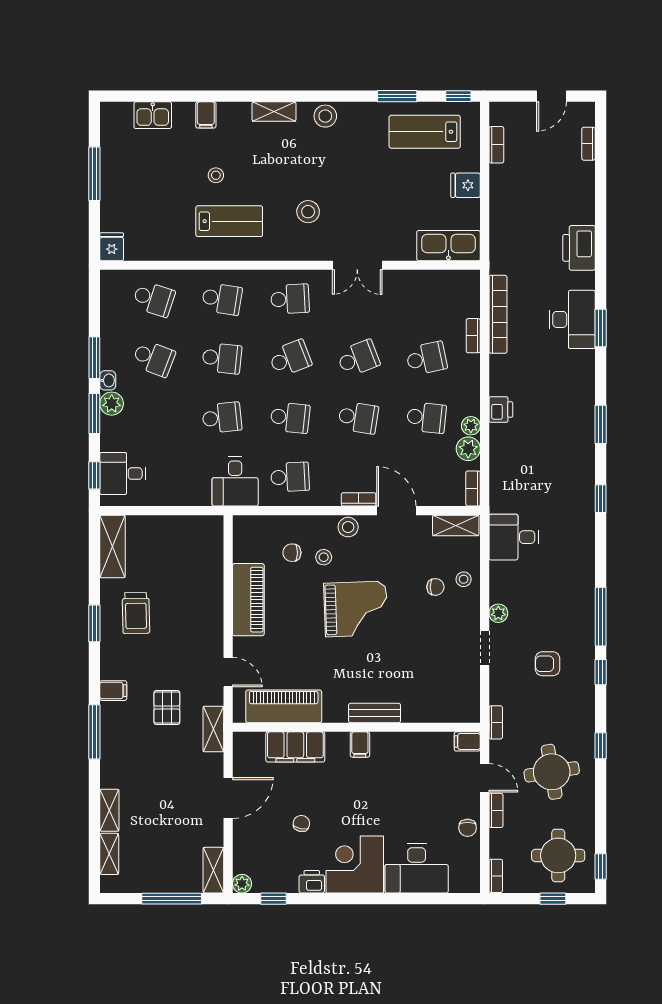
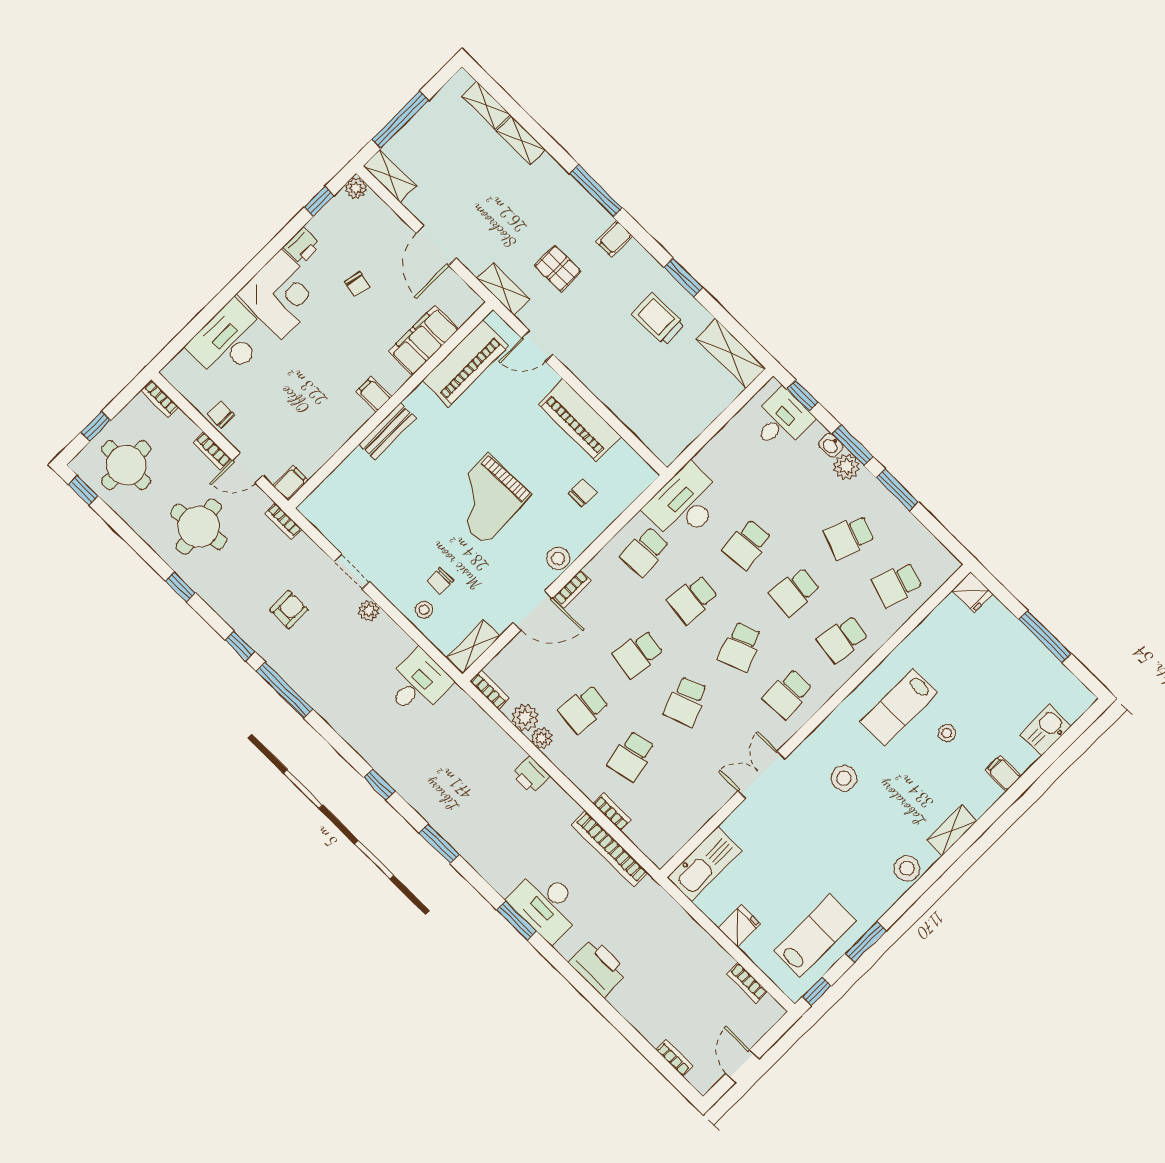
washbasin: (108, 380) -> (831, 445), moved
desk: (235, 482) -> (685, 504), width x1.37
stool: (324, 557) -> (553, 515), removed

